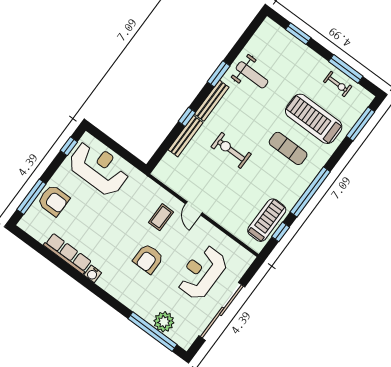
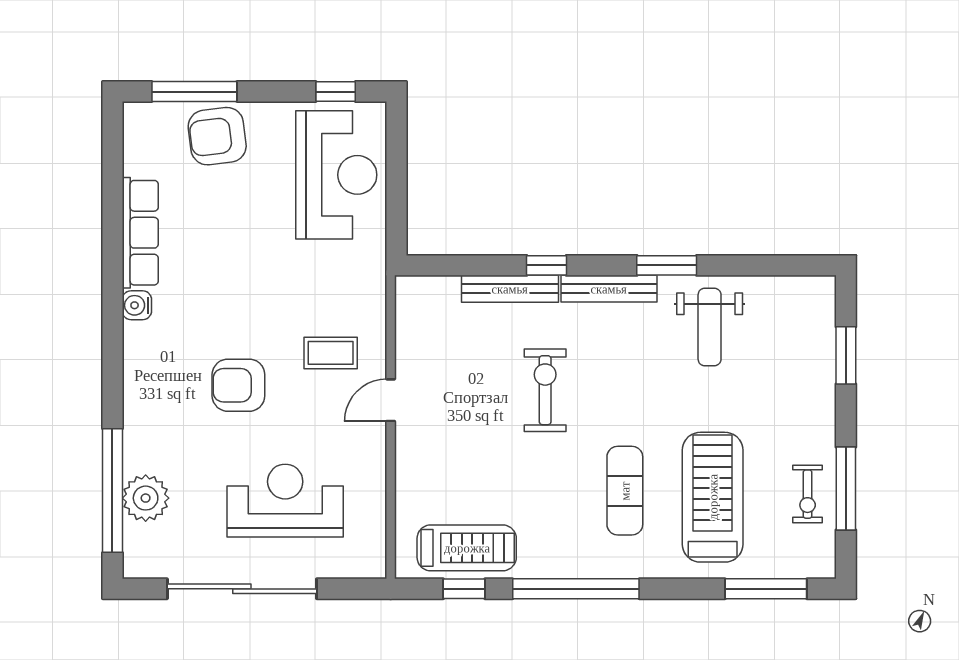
armchair: (53, 200) -> (217, 136), turned 83

